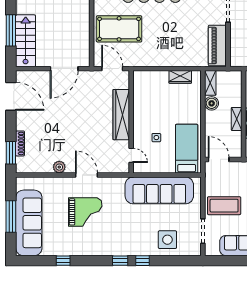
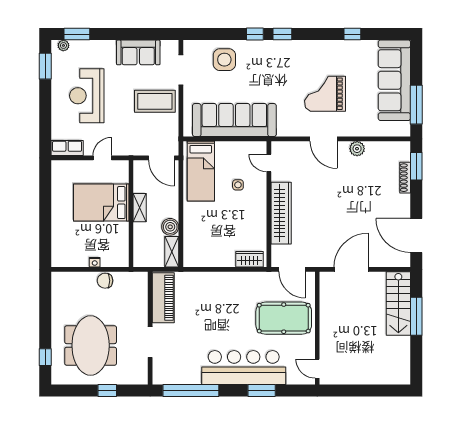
wardrobe: (180, 77) -> (249, 259), moved
window: (11, 217) -> (416, 105), moved

